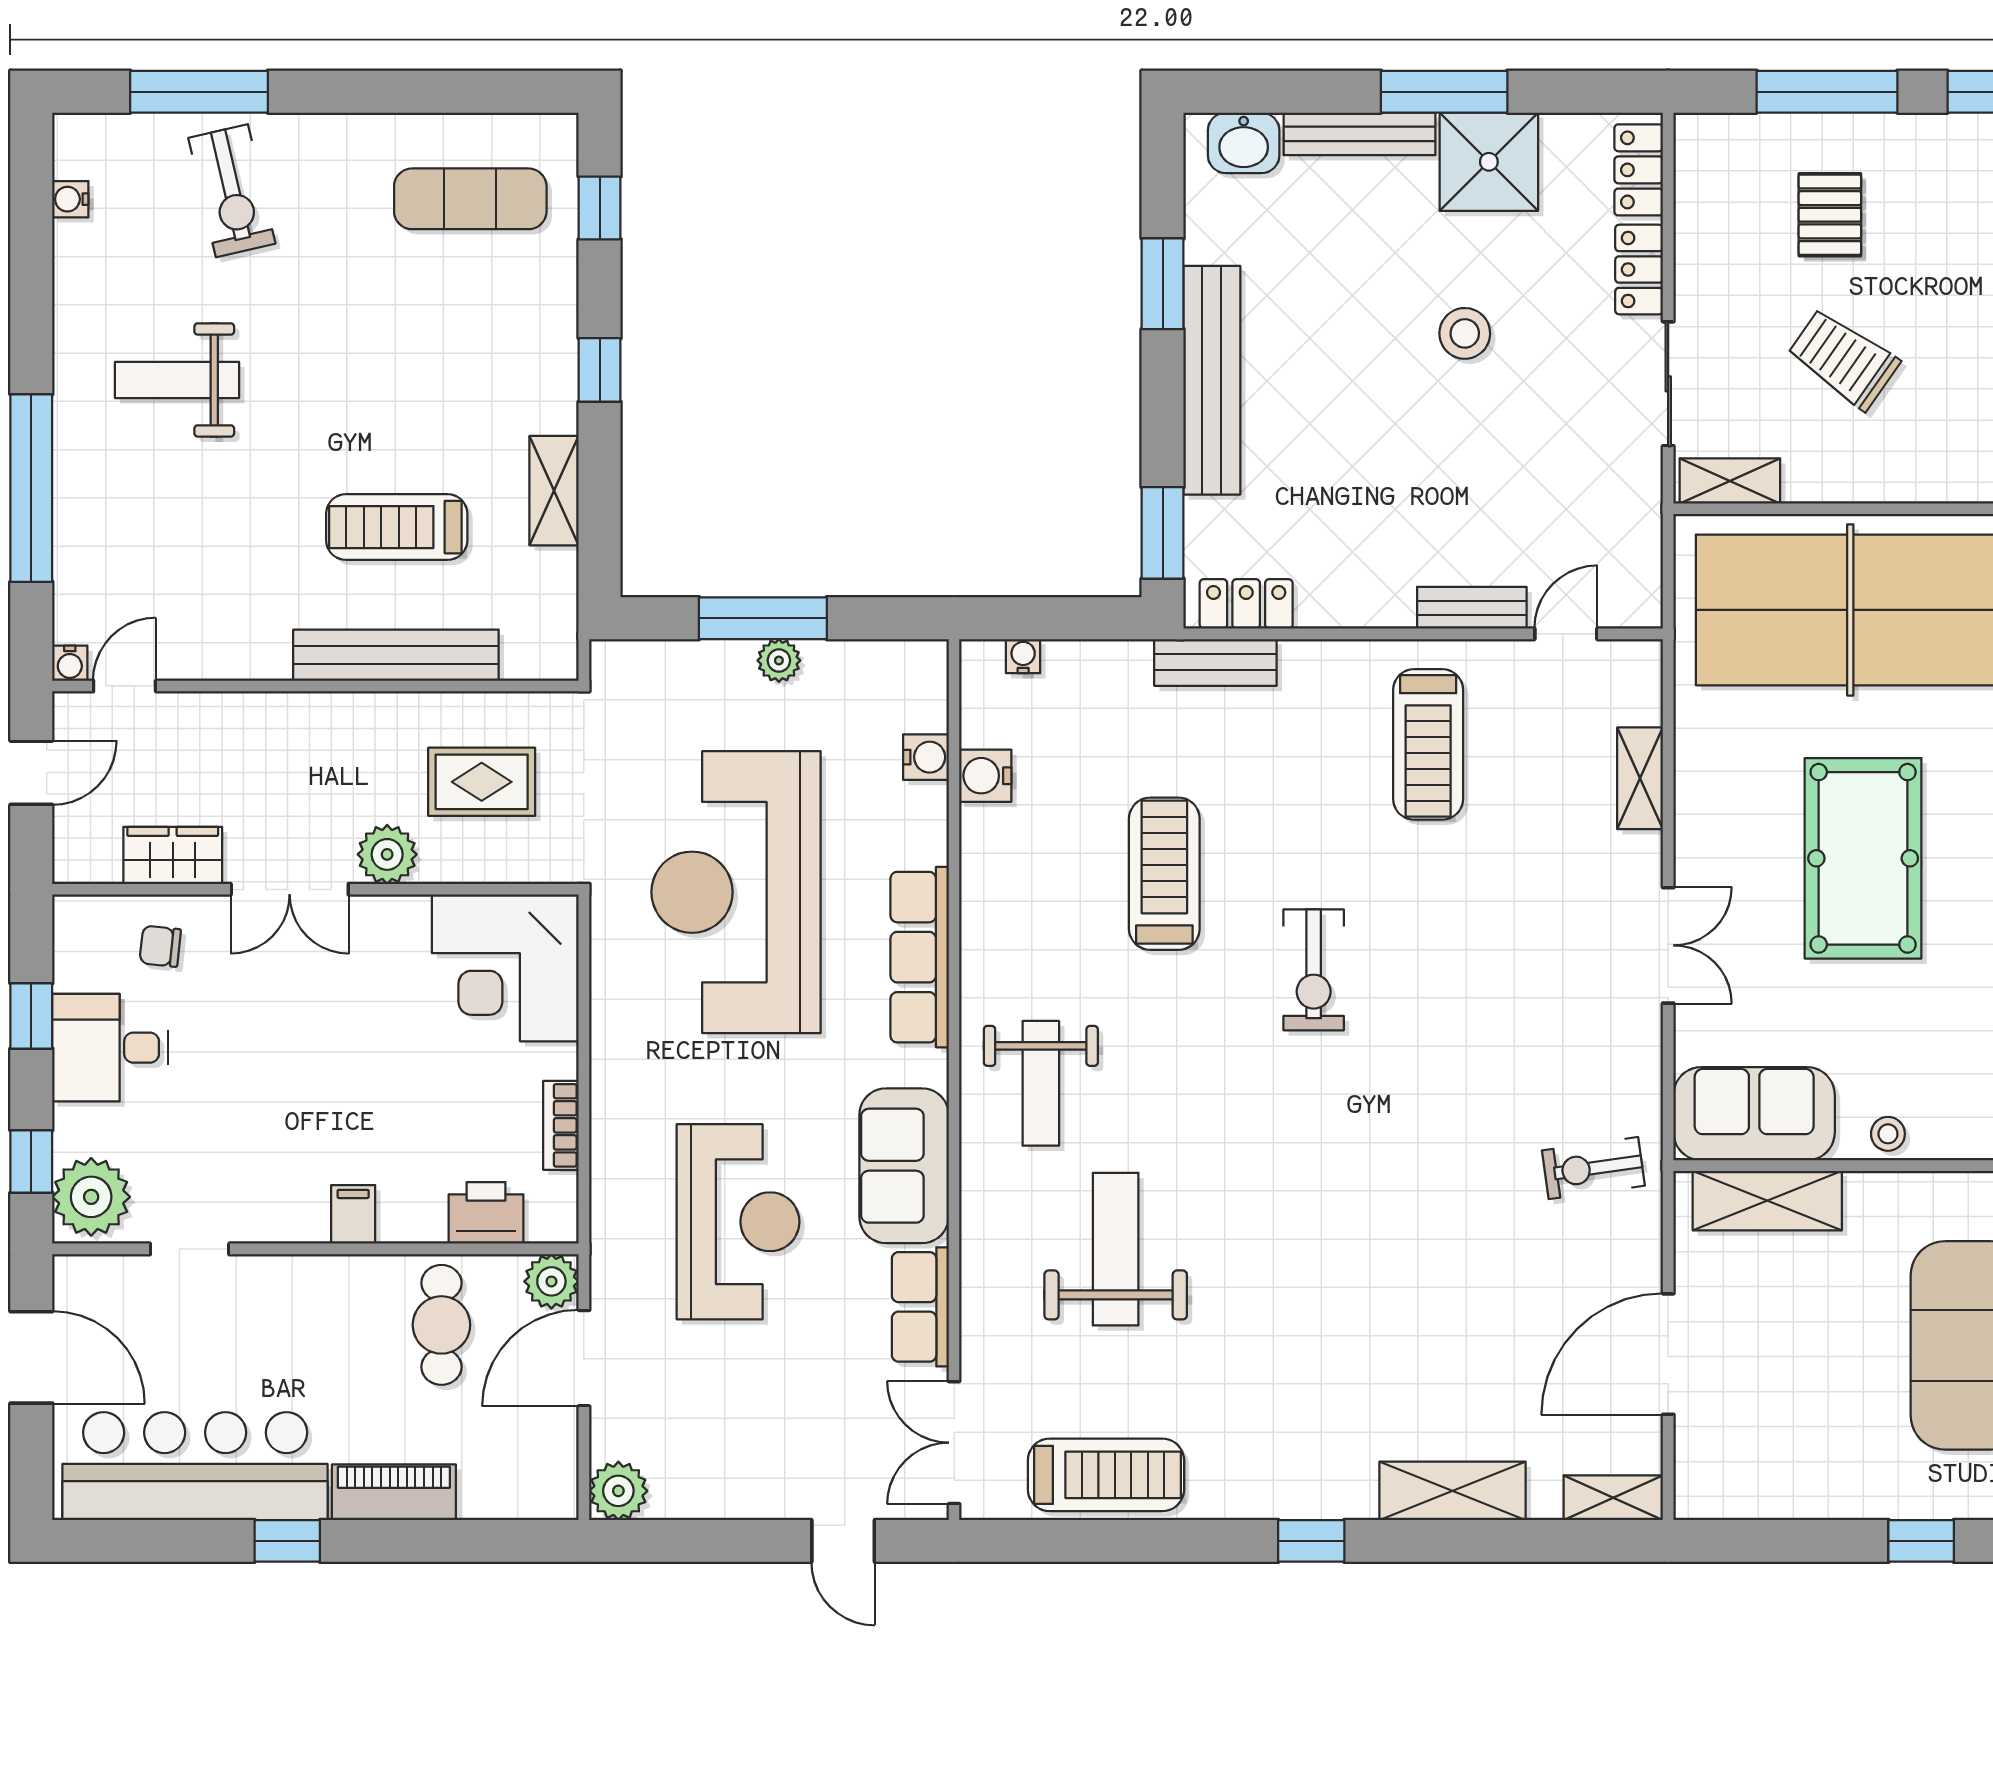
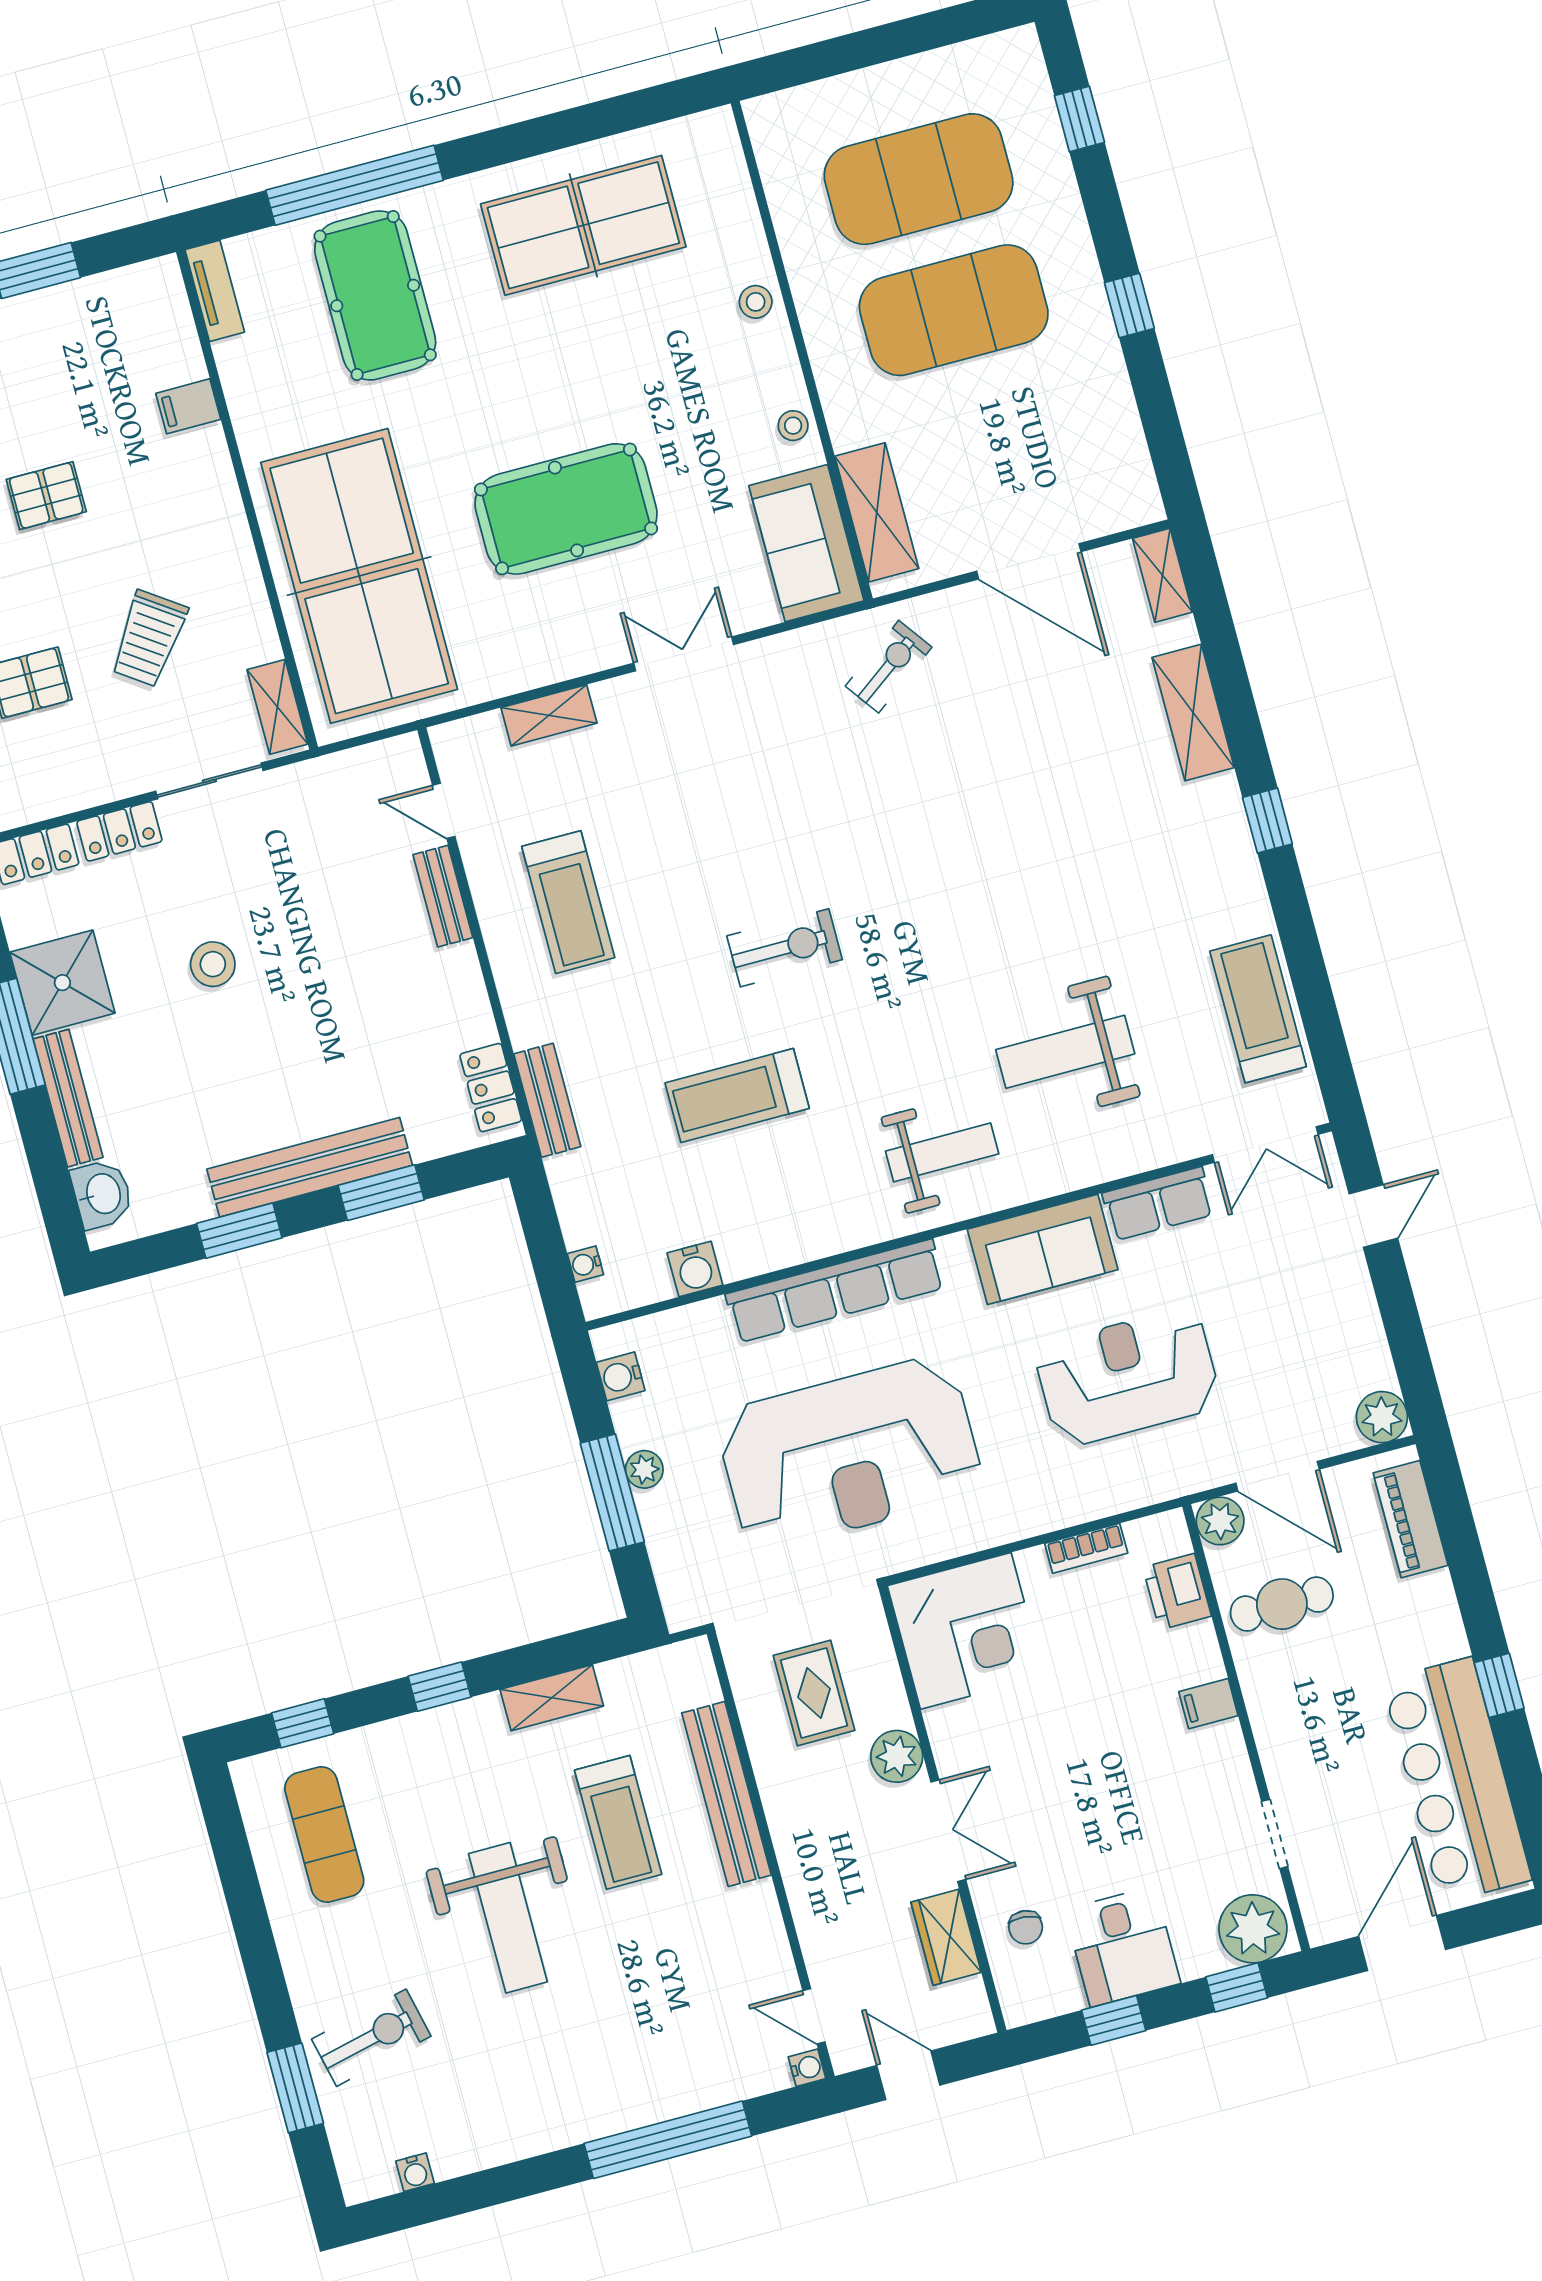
window: (199, 92) -> (295, 2088), width x0.69
weight bench: (177, 380) -> (508, 1918), moved, width x1.36, depth x1.33
window: (1163, 533) -> (381, 1193), moved
treadmill: (1428, 744) -> (568, 902), turned 90
water cooler: (926, 757) -> (621, 1376), moved, turned -90
row of seats: (920, 957) -> (835, 1291), width x1.36
exercise bike: (1593, 1168) -> (889, 667), turned -118
piano: (394, 1492) -> (1411, 1519), moved

